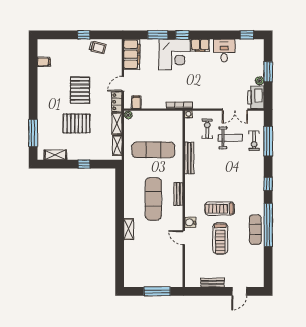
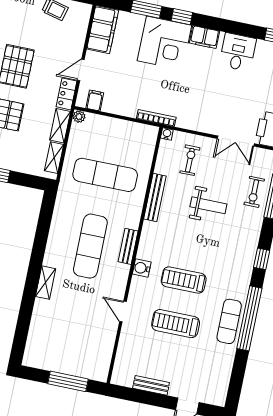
weight bench: (230, 138) -> (208, 205), moved
water cooler: (190, 222) -> (142, 268), moved
treadmill: (220, 238) -> (176, 324), turned 90

